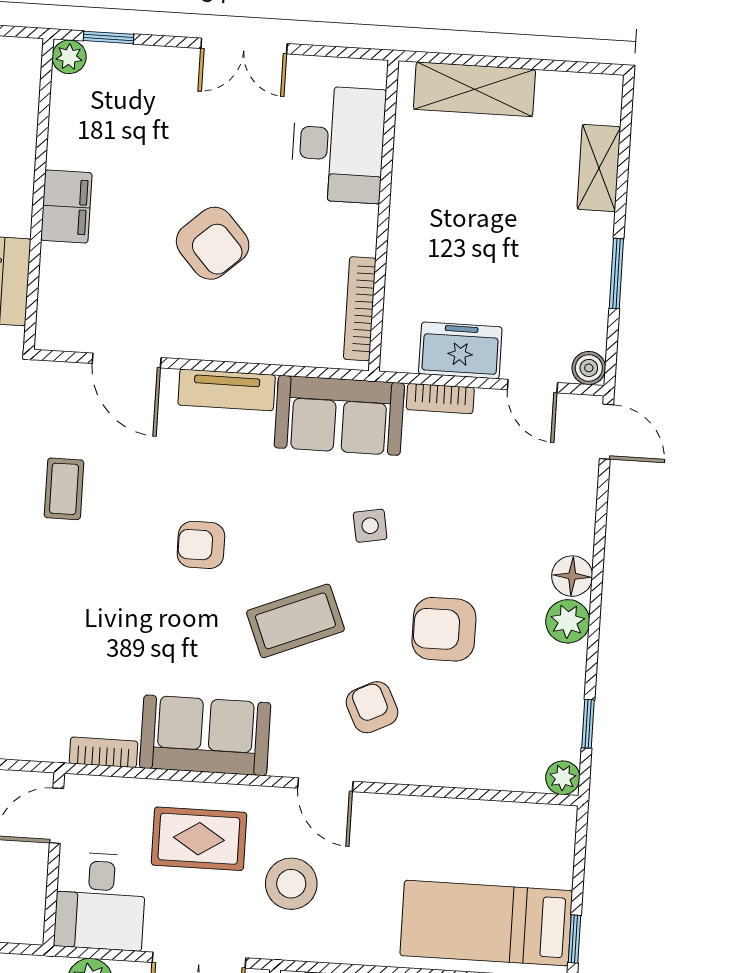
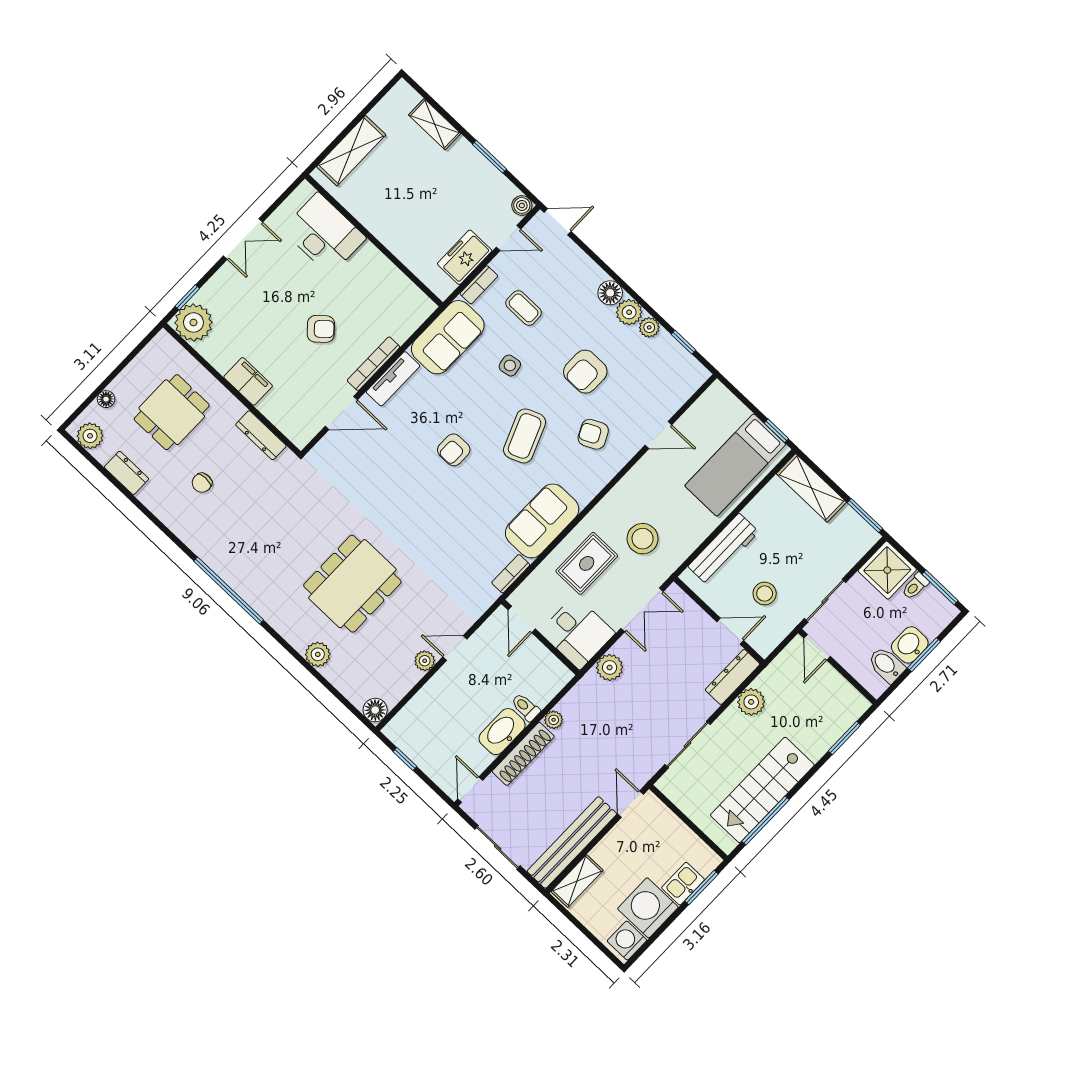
plant: (69, 57) -> (193, 322), width x1.87, depth x1.87
armchair: (213, 243) -> (321, 329), width x0.72, depth x0.72
bookcase: (360, 309) -> (374, 364), moved, turned 90
coffee table: (64, 489) -> (524, 308), moved
plant: (563, 778) -> (649, 327), moved
door: (325, 785) -> (658, 435), moved

